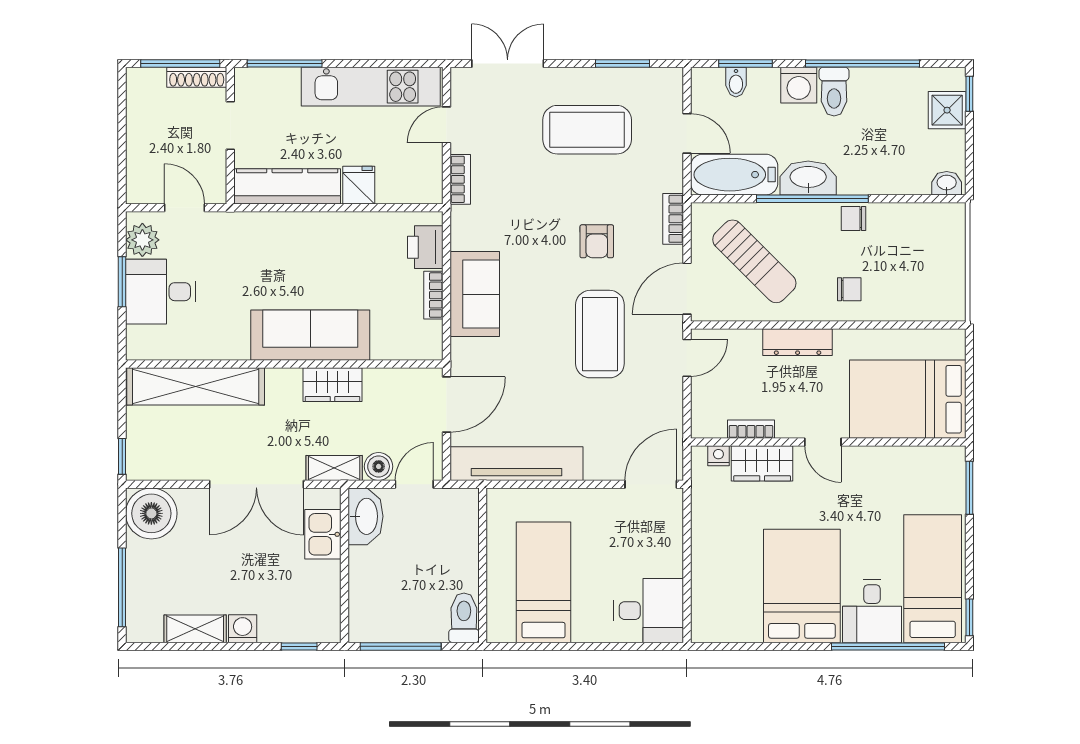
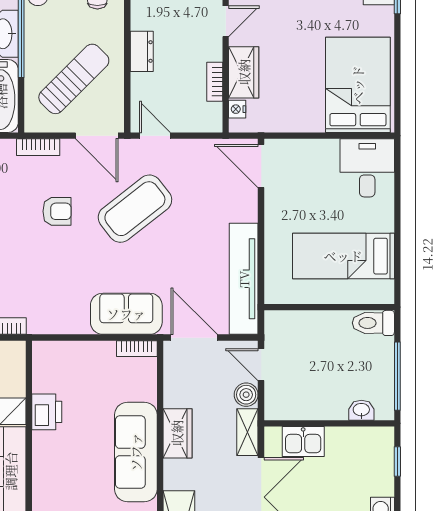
printer: (425, 247) -> (47, 412), moved, turned -90
sofa: (475, 294) -> (126, 314), moved
bookcase: (433, 295) -> (137, 349), moved
coffee table: (600, 334) -> (135, 209), turned -38
dresser: (798, 342) -> (142, 51), width x0.70
washbasin: (365, 516) -> (361, 410), moved, width x0.52, depth x0.69
bed: (802, 586) -> (358, 85), moved, turned 90

